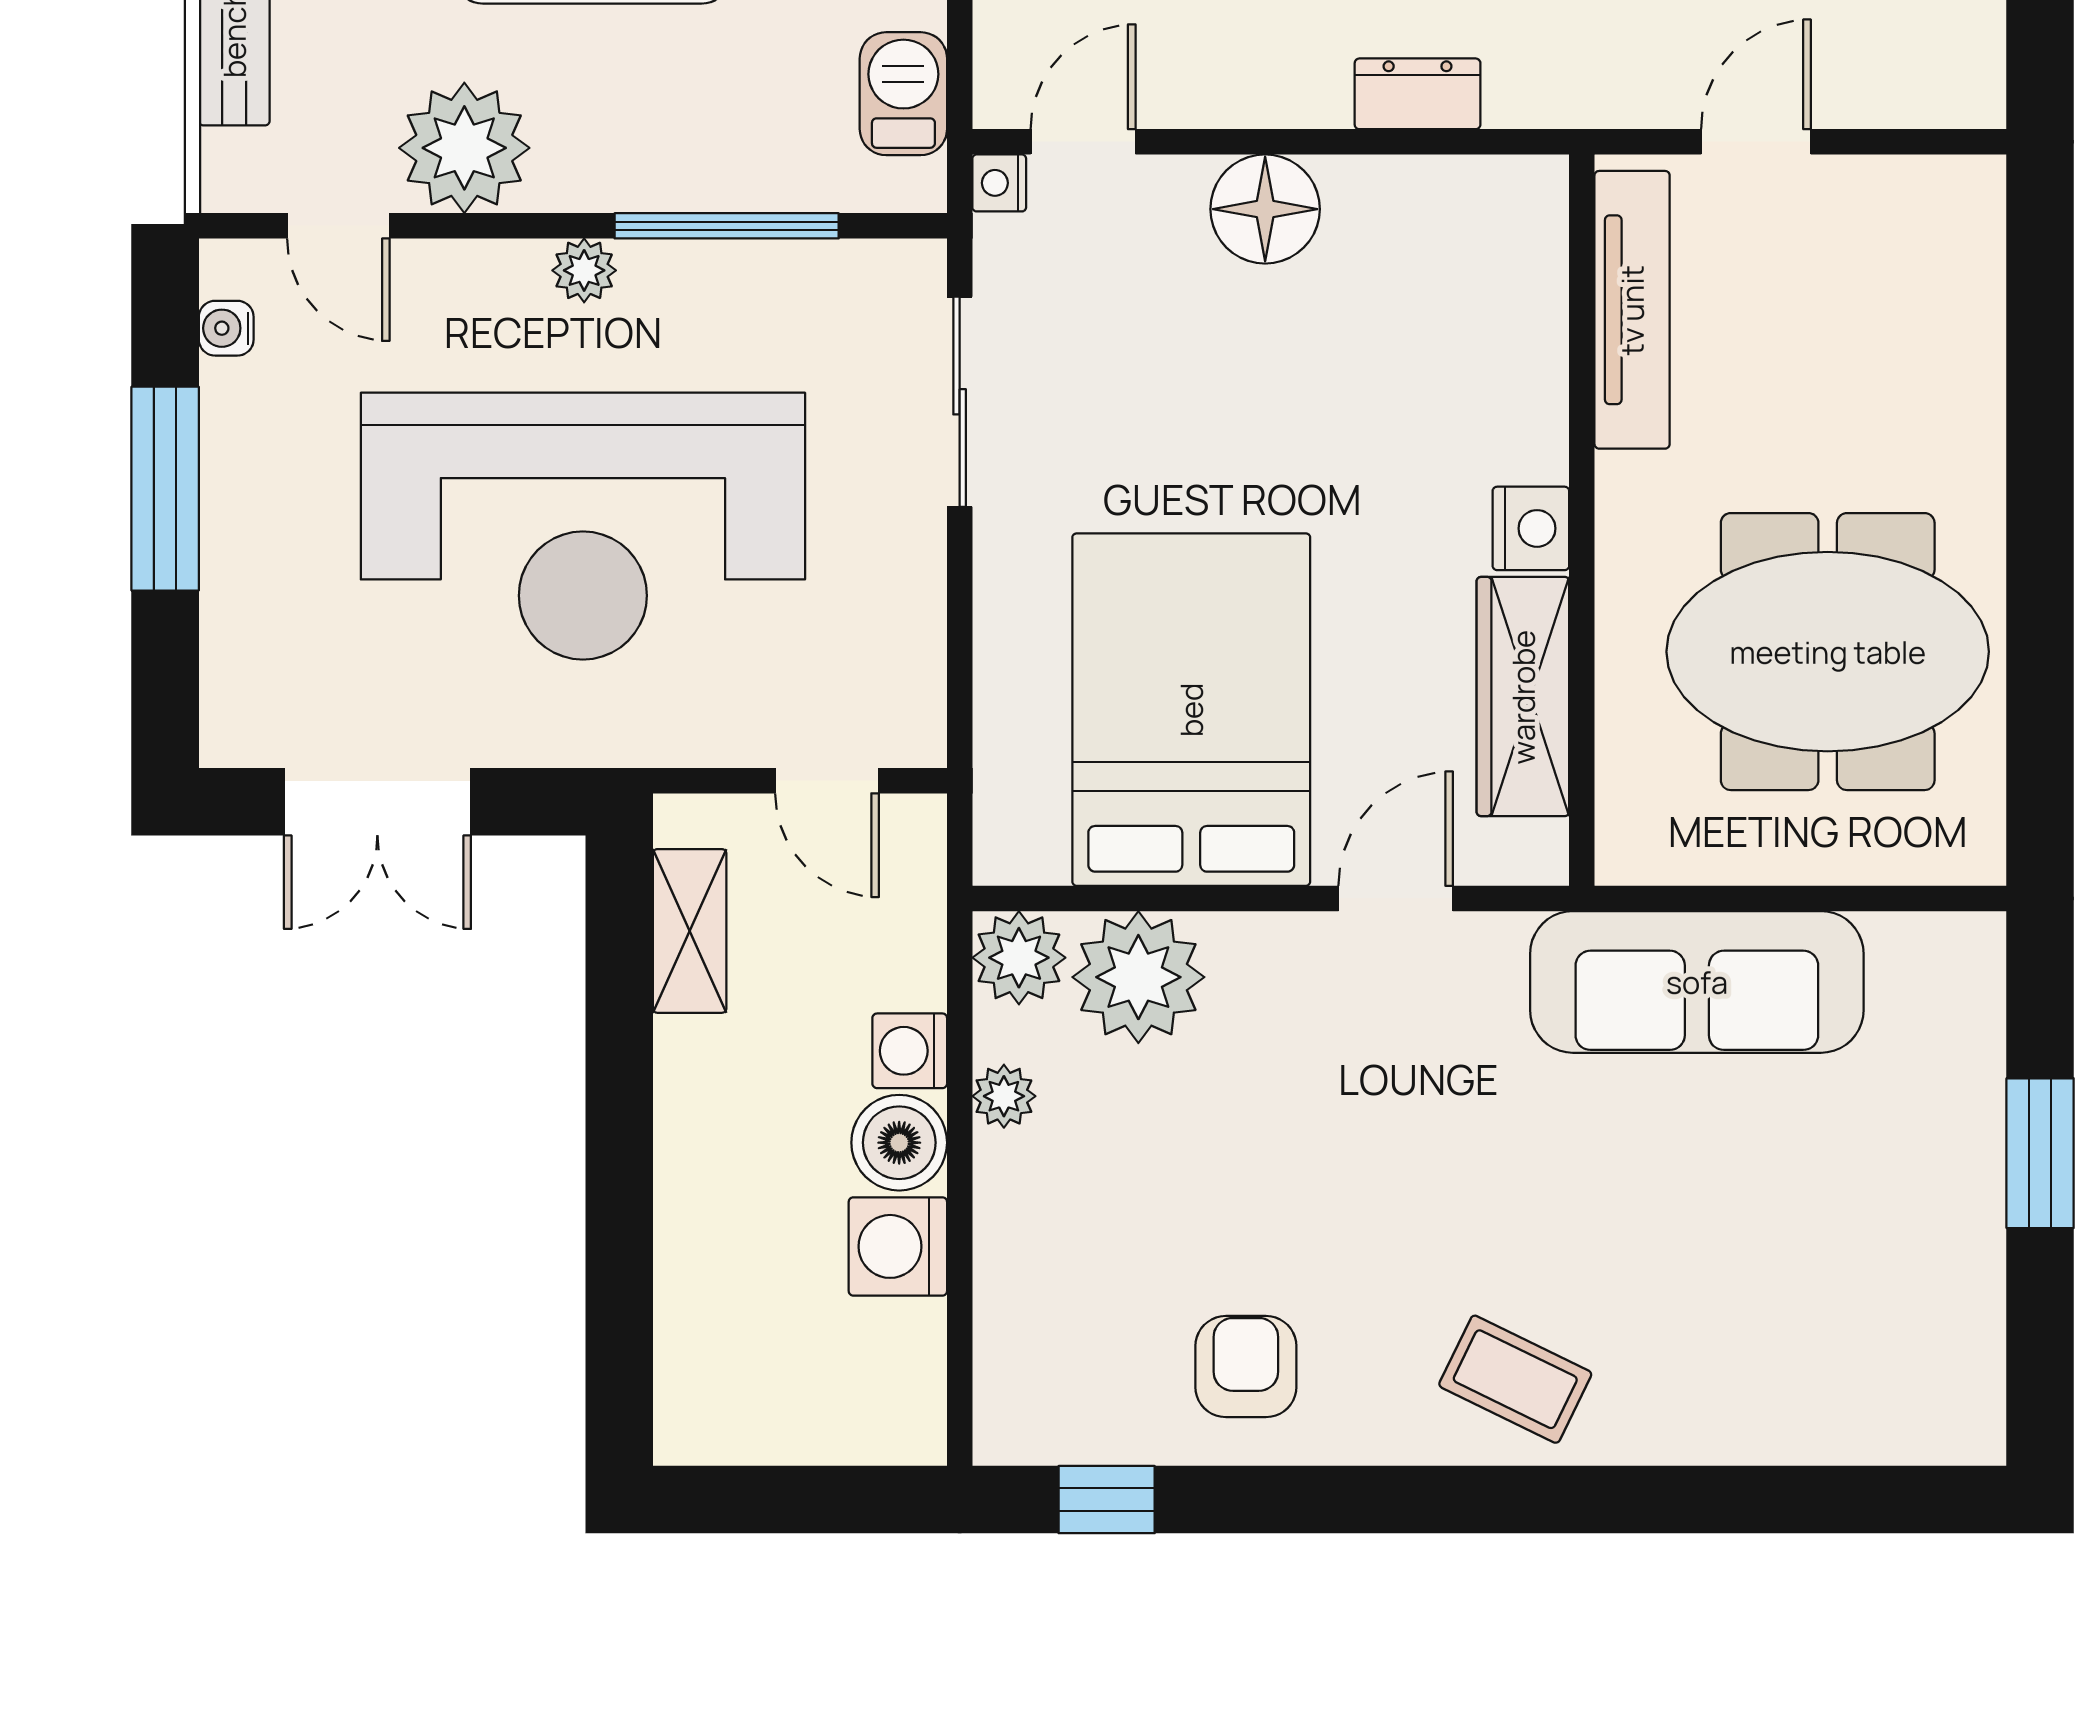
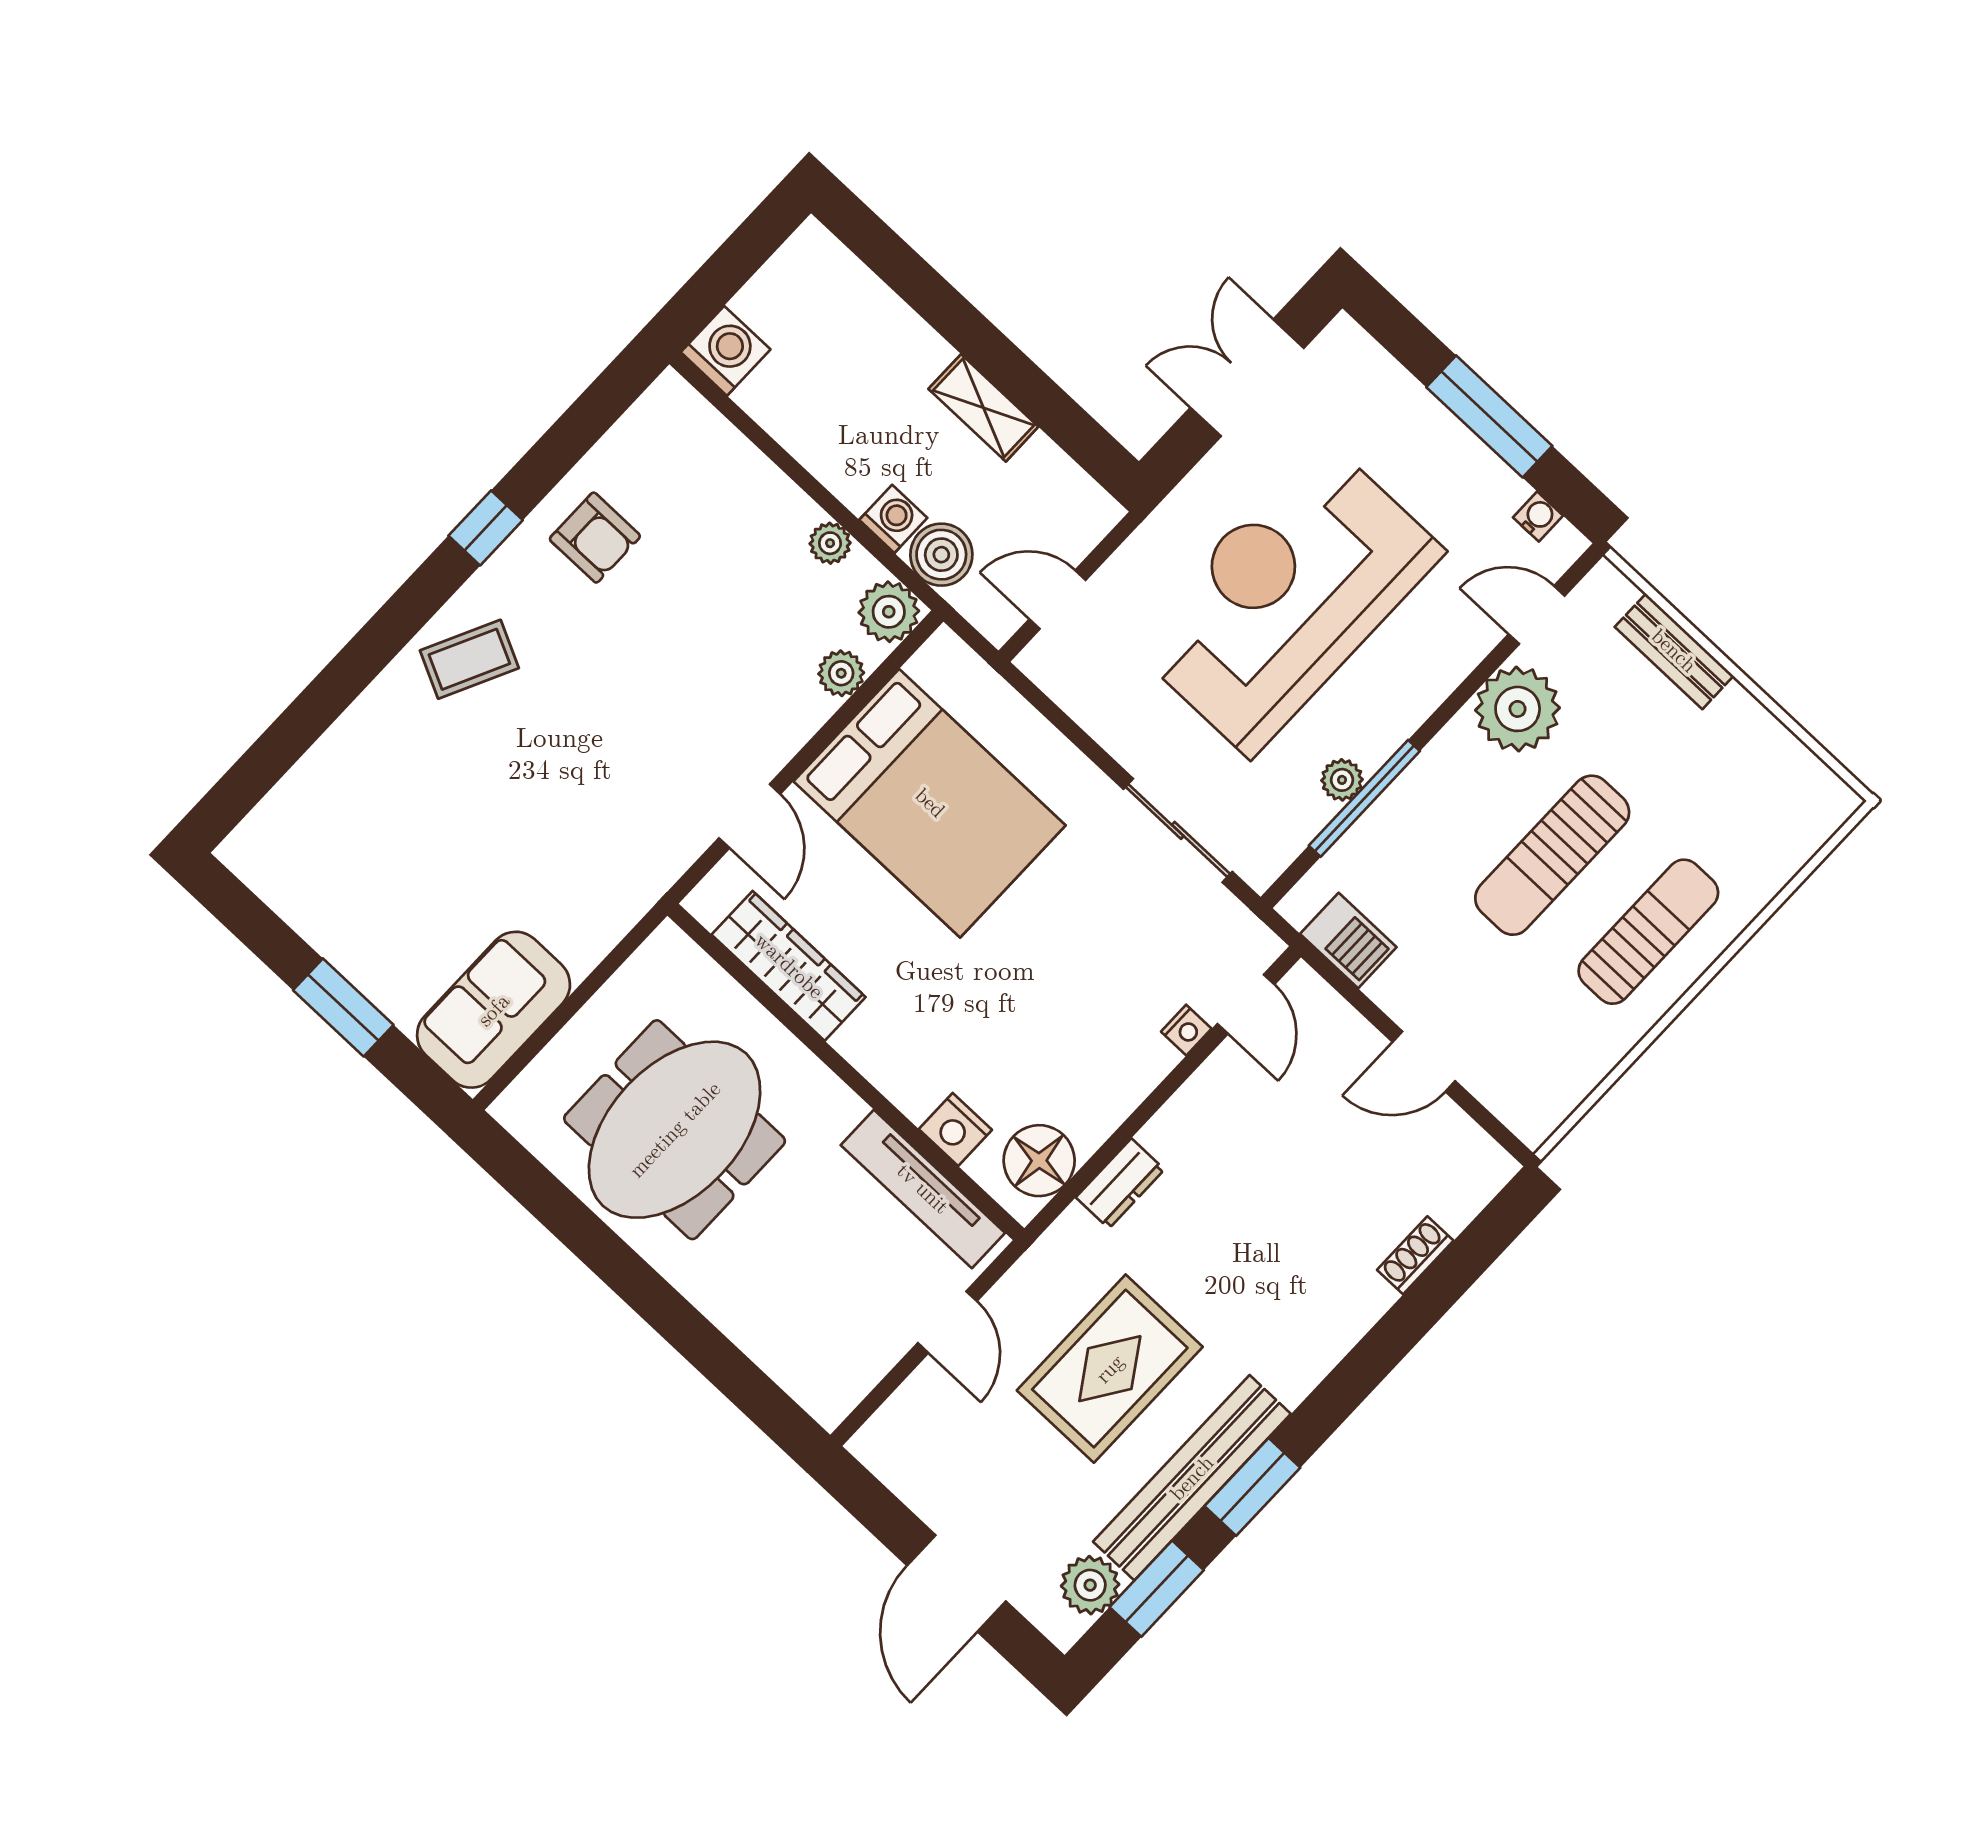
nightstand: (999, 183) -> (1186, 1030), moved, turned 90
floor lamp: (1265, 209) -> (1039, 1161), moved
plant: (584, 270) -> (1342, 780), moved
nightstand: (1531, 528) -> (955, 1129), moved
shelving: (690, 931) -> (983, 408), moved
plant: (1138, 977) -> (841, 673), width x0.53, depth x0.53
sofa: (1697, 982) -> (494, 1010), moved, width x0.73
boiler: (899, 1143) -> (941, 555), moved
washing machine: (898, 1246) -> (726, 351), moved
window: (1107, 1500) -> (486, 528), moved

